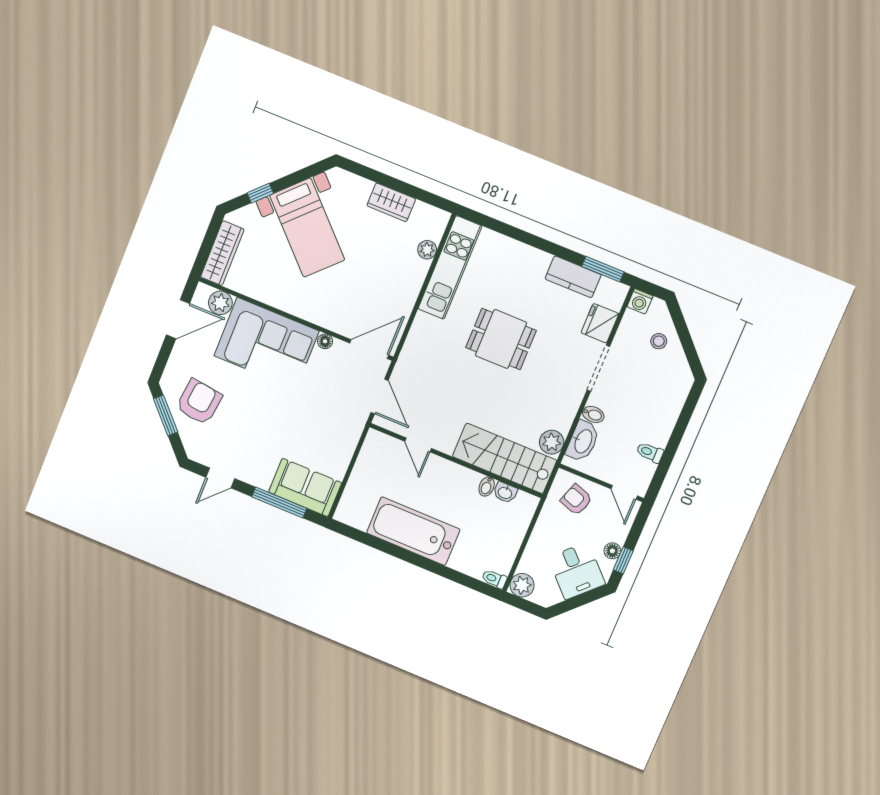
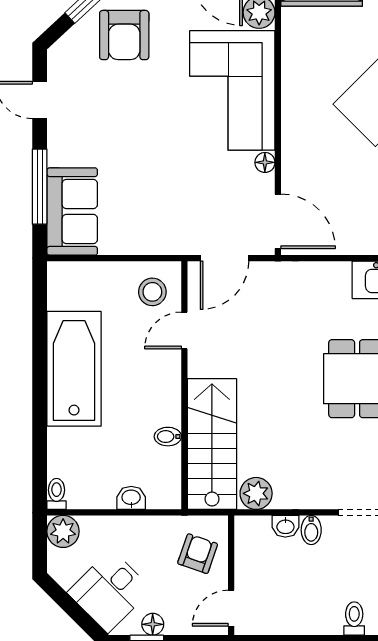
armchair: (199, 402) -> (124, 35), turned 83
washbasin: (583, 441) -> (285, 526), width x0.52, depth x0.69
toilet: (650, 452) -> (354, 619), moved
stool: (383, 456) -> (152, 292), added
washbasin: (505, 493) -> (131, 498), moved, turned 90

